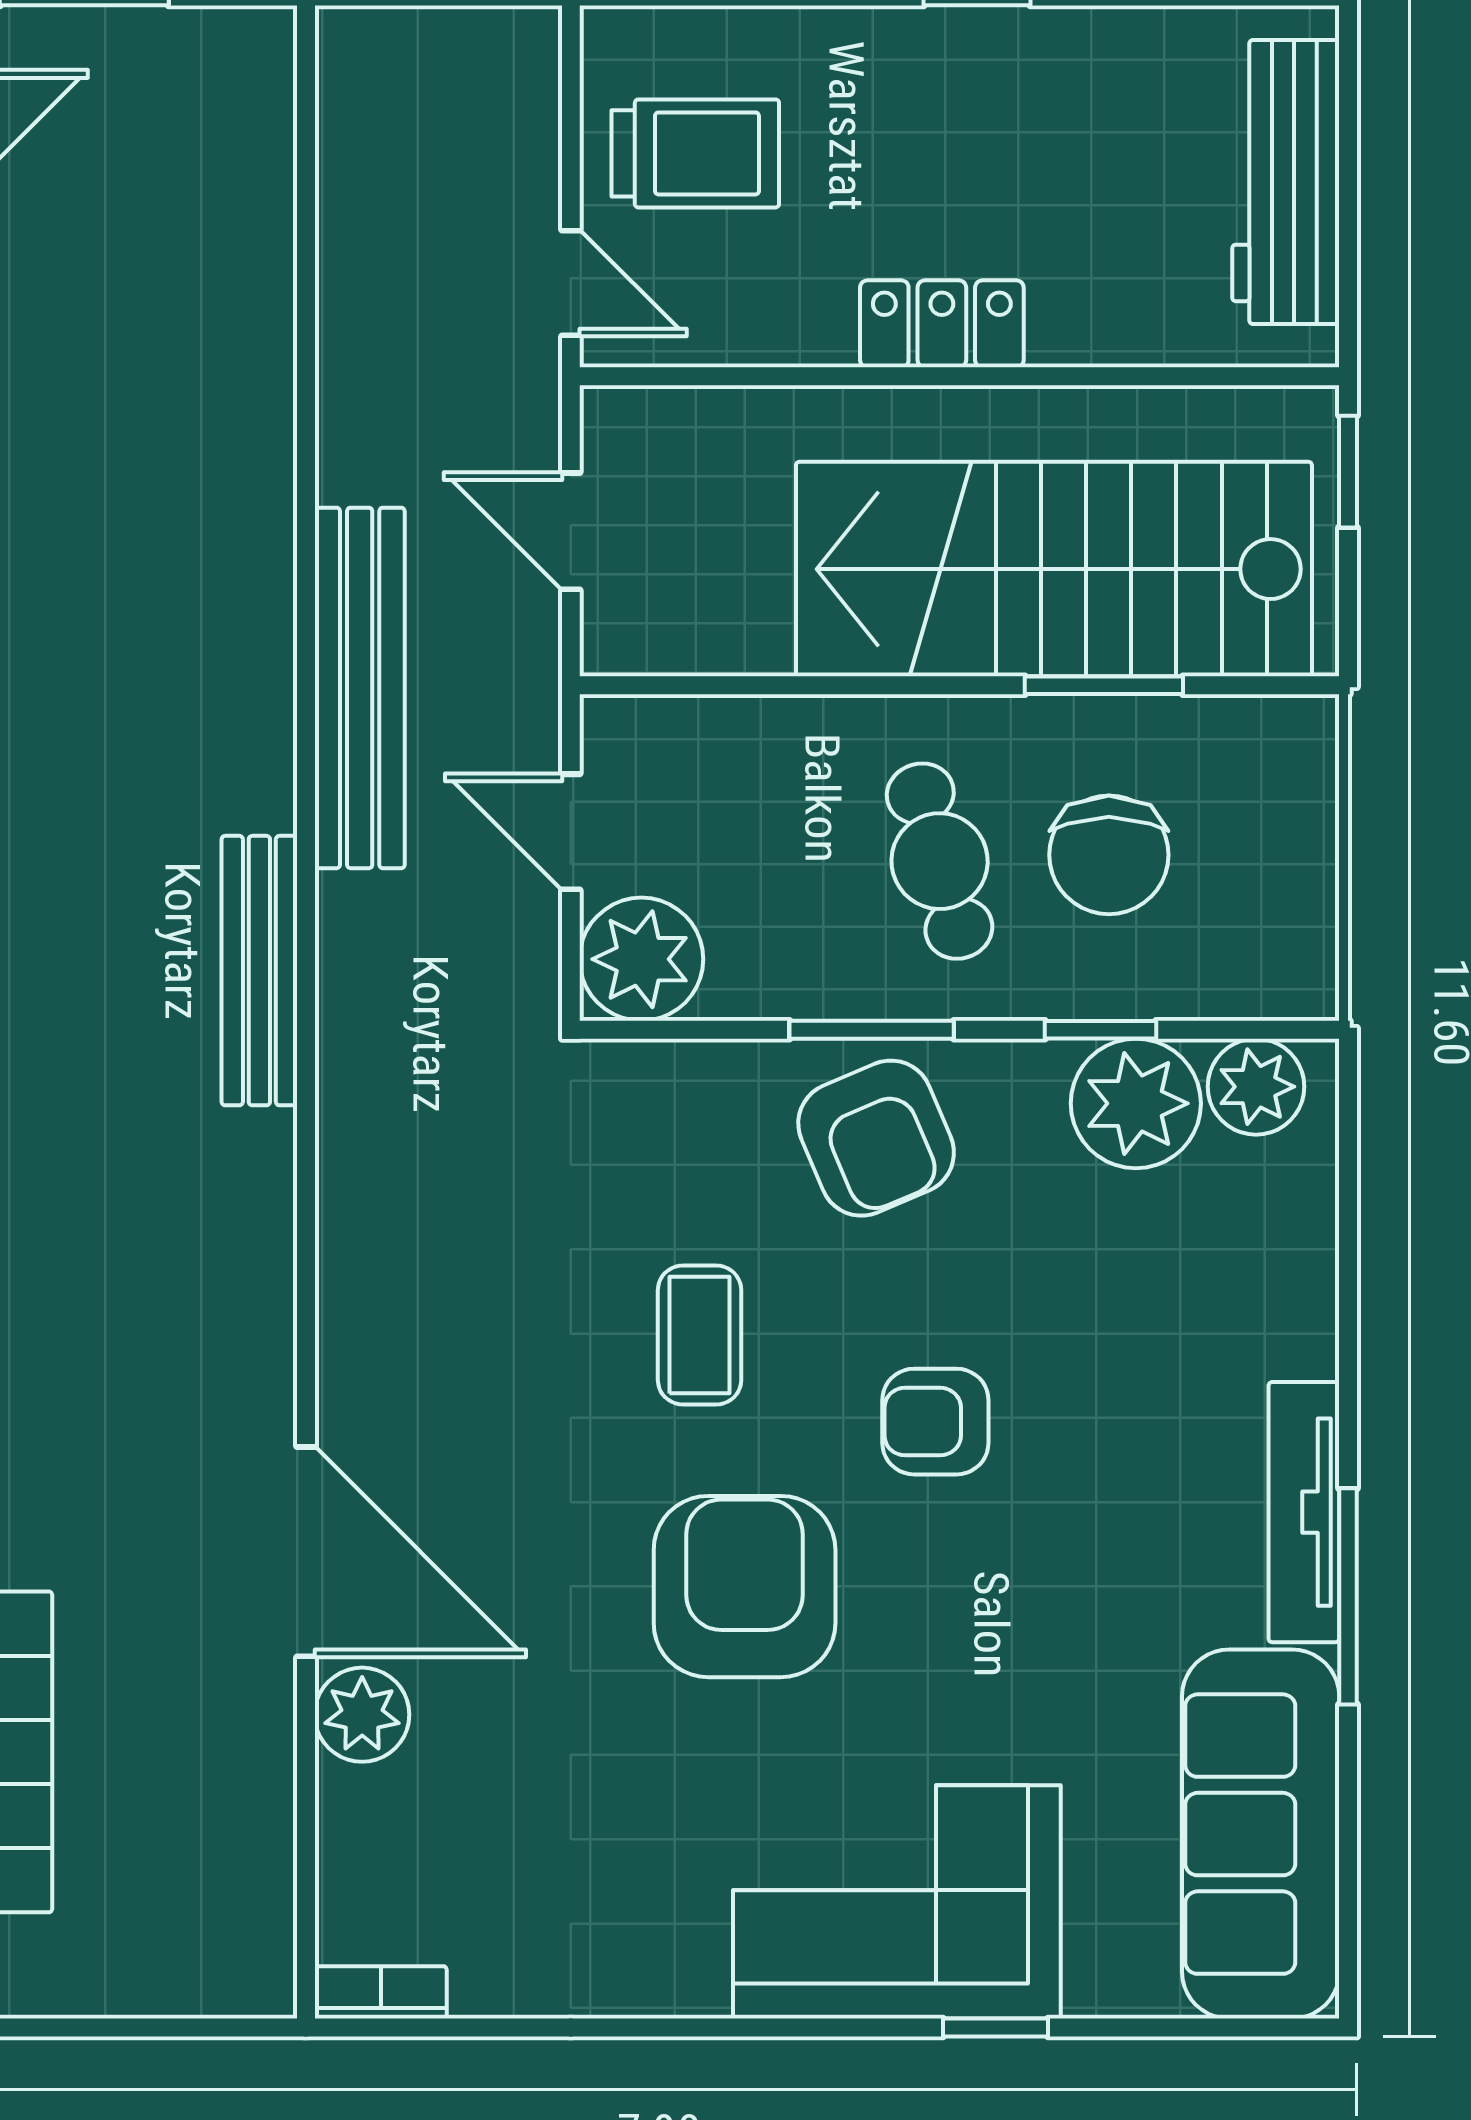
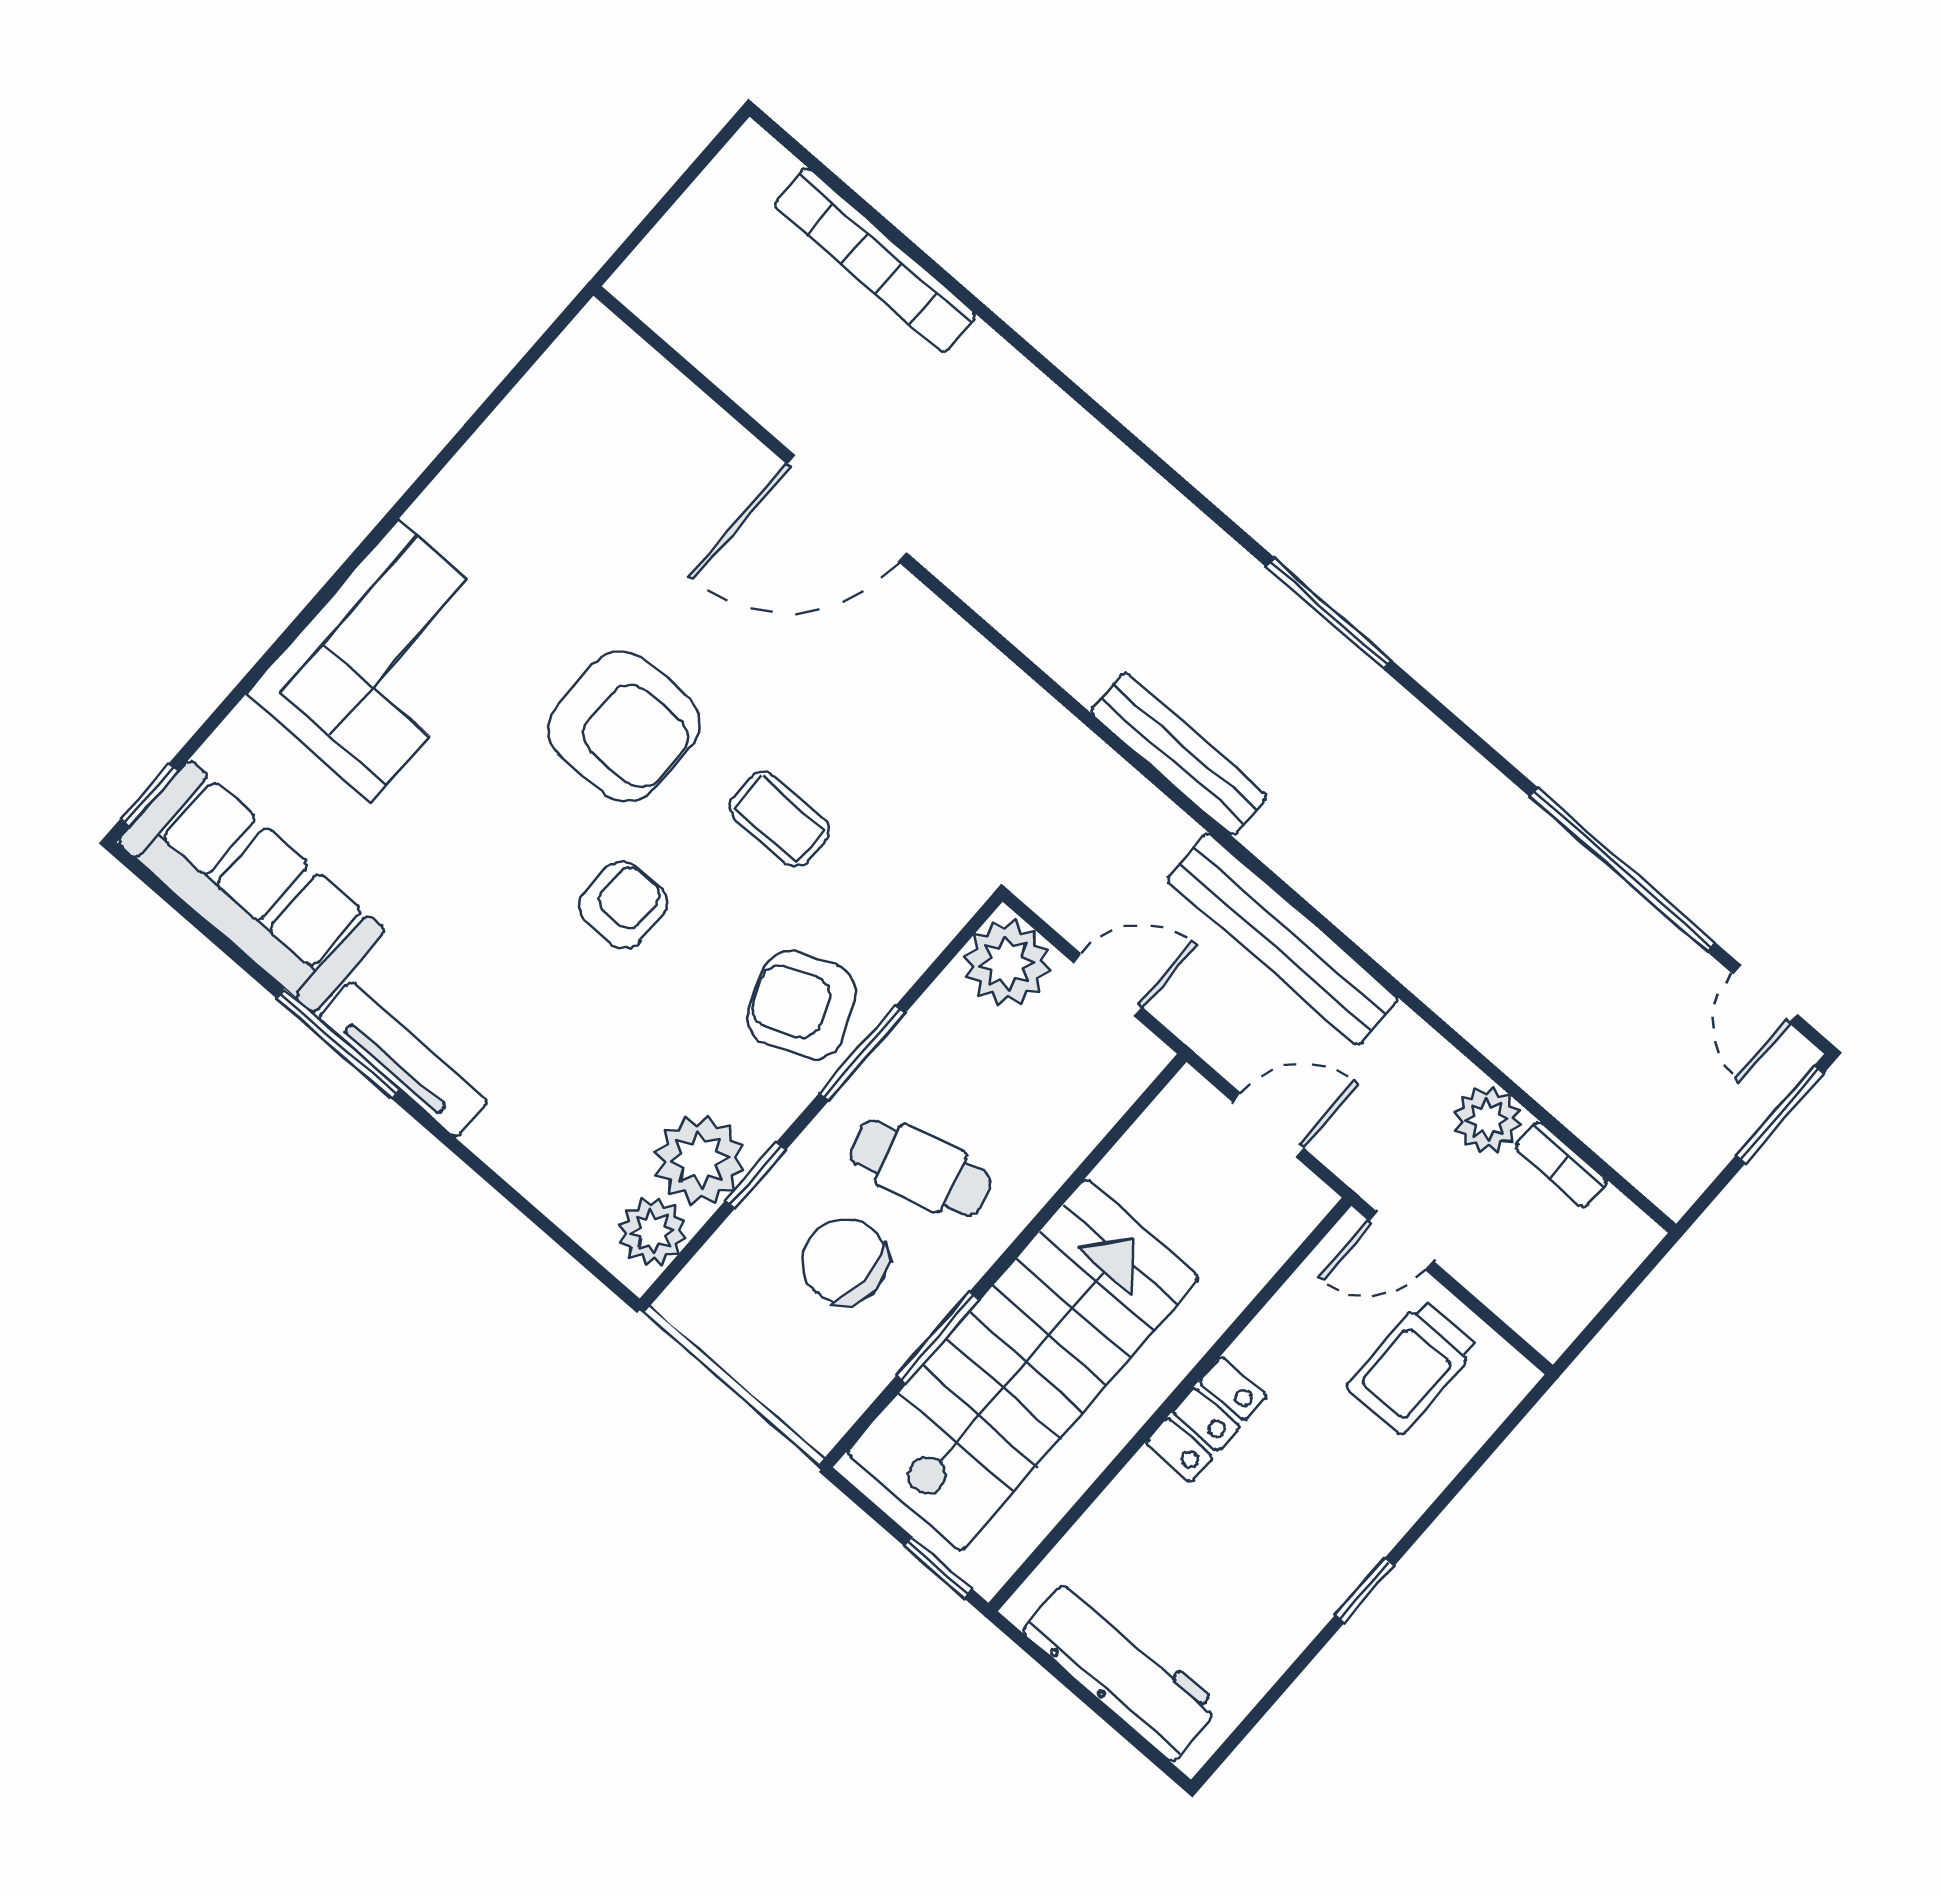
plant: (362, 1715) -> (1487, 1120), moved
bookcase: (381, 1992) -> (1561, 1164), moved, turned 90
window: (995, 2028) -> (149, 795), moved

